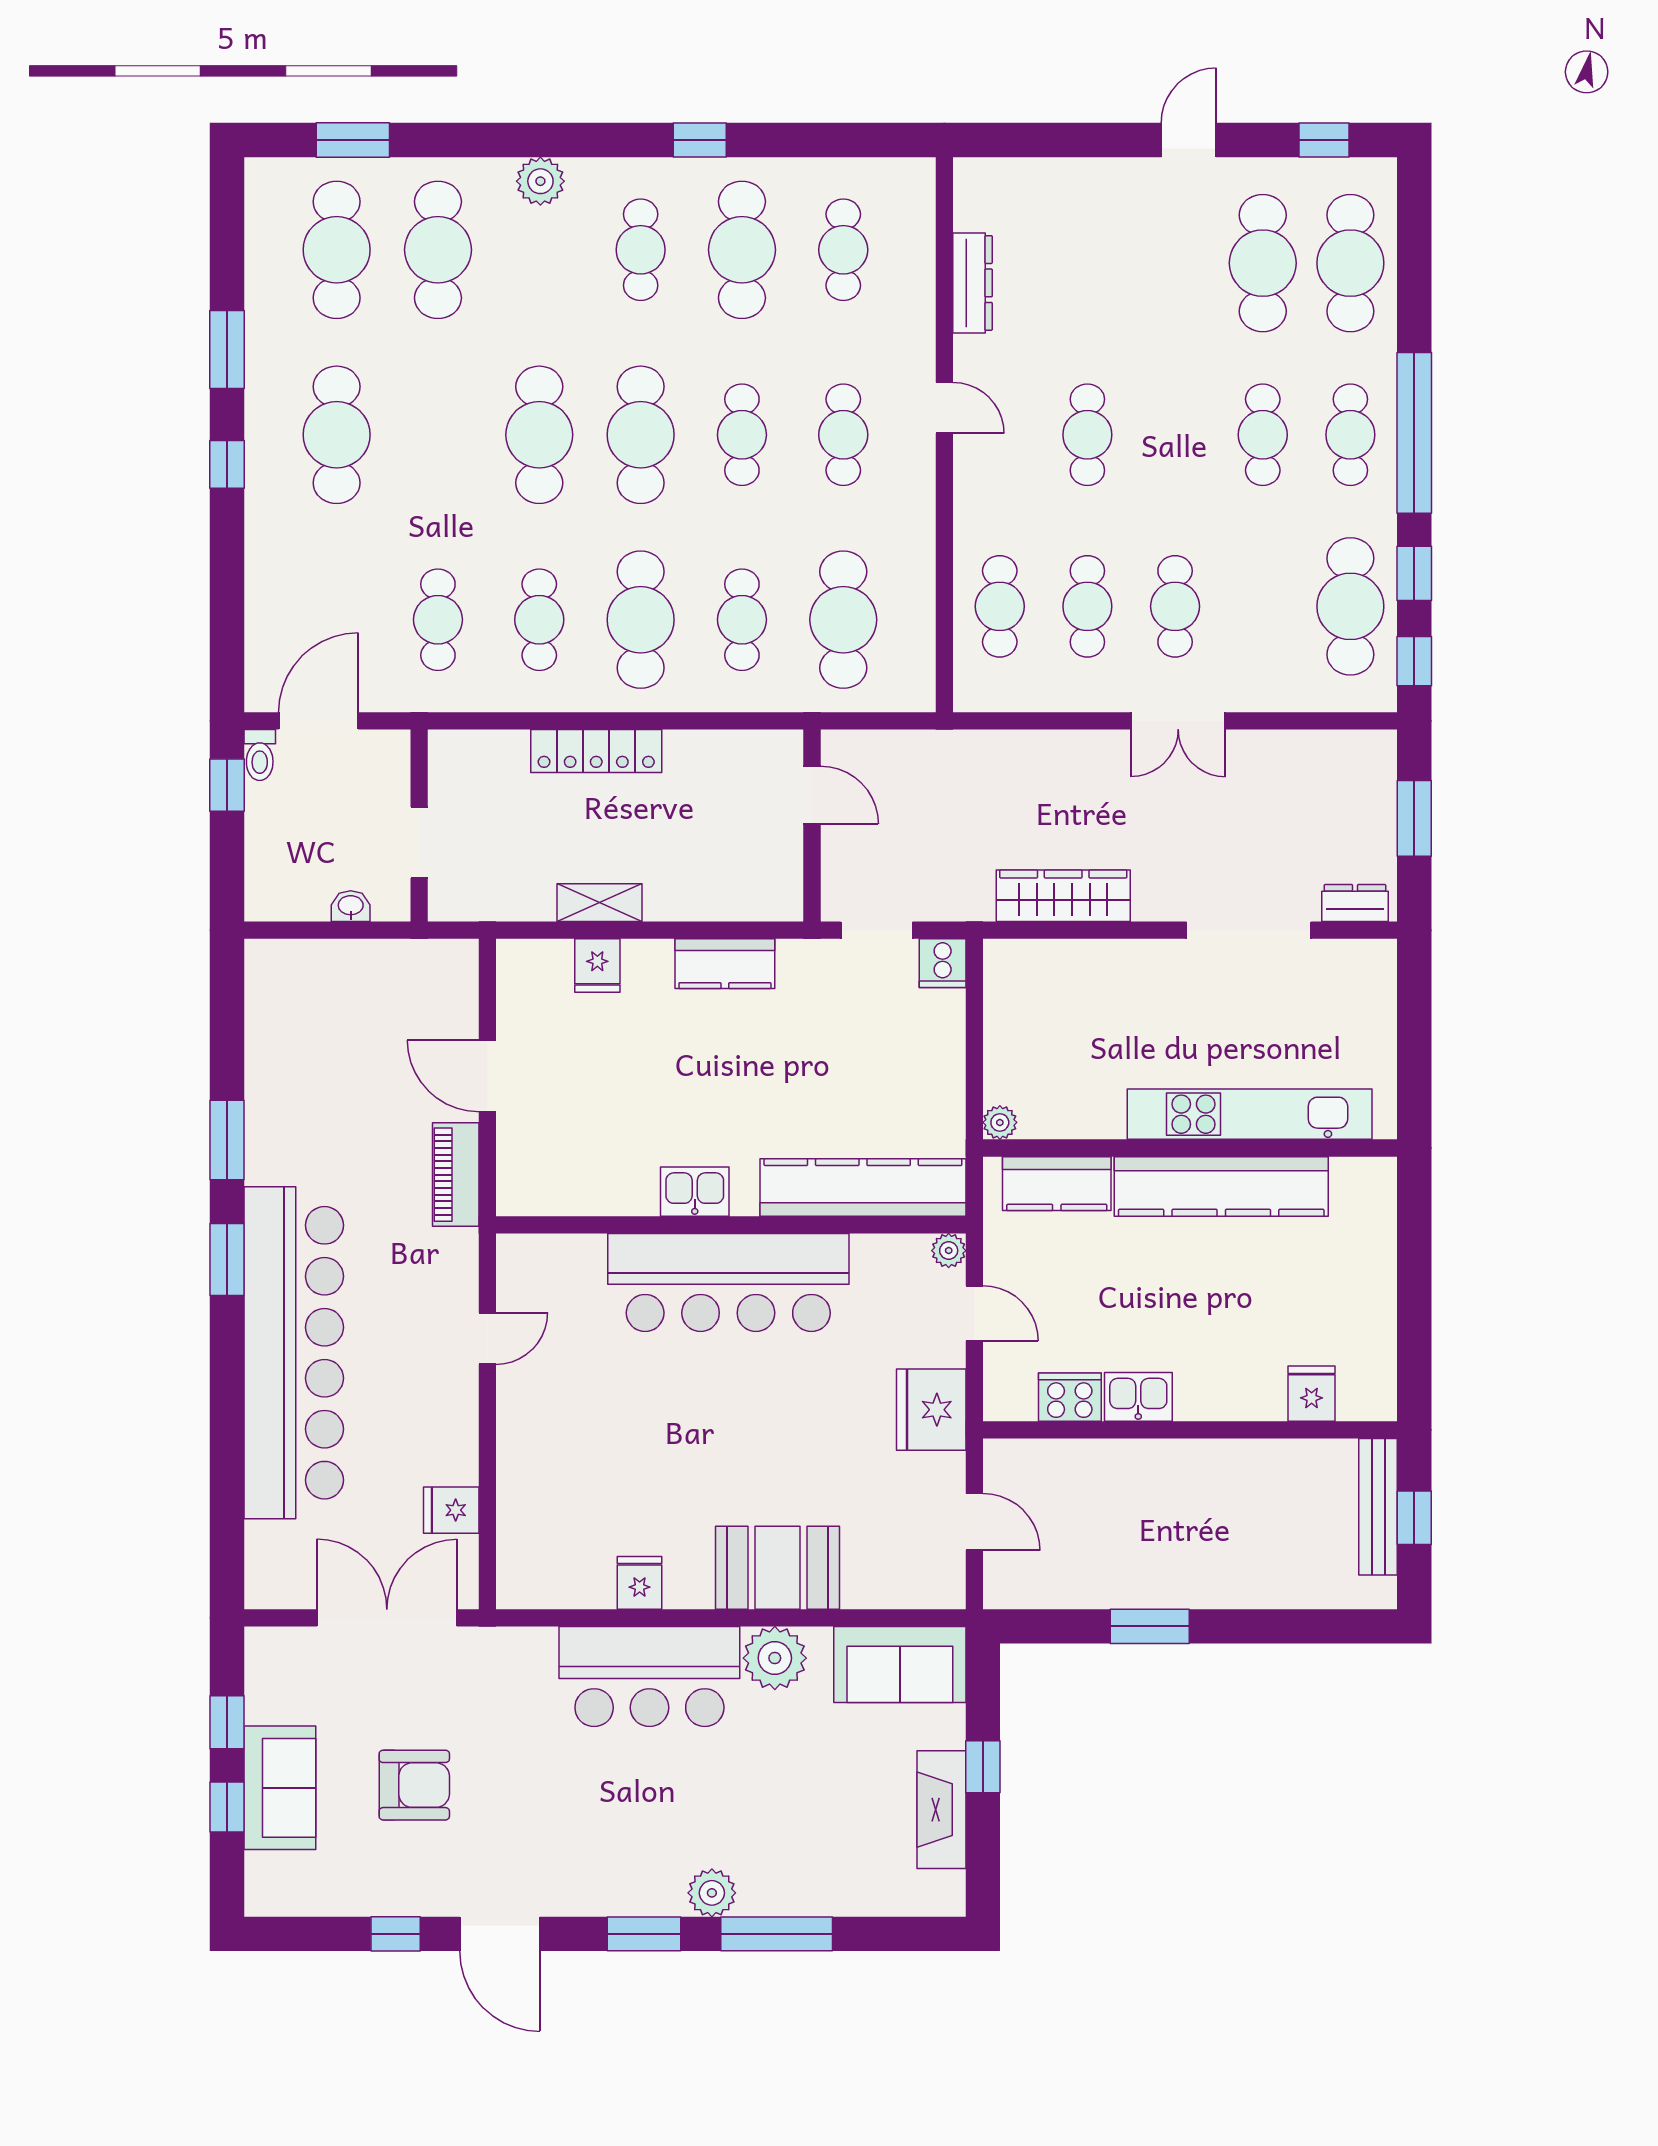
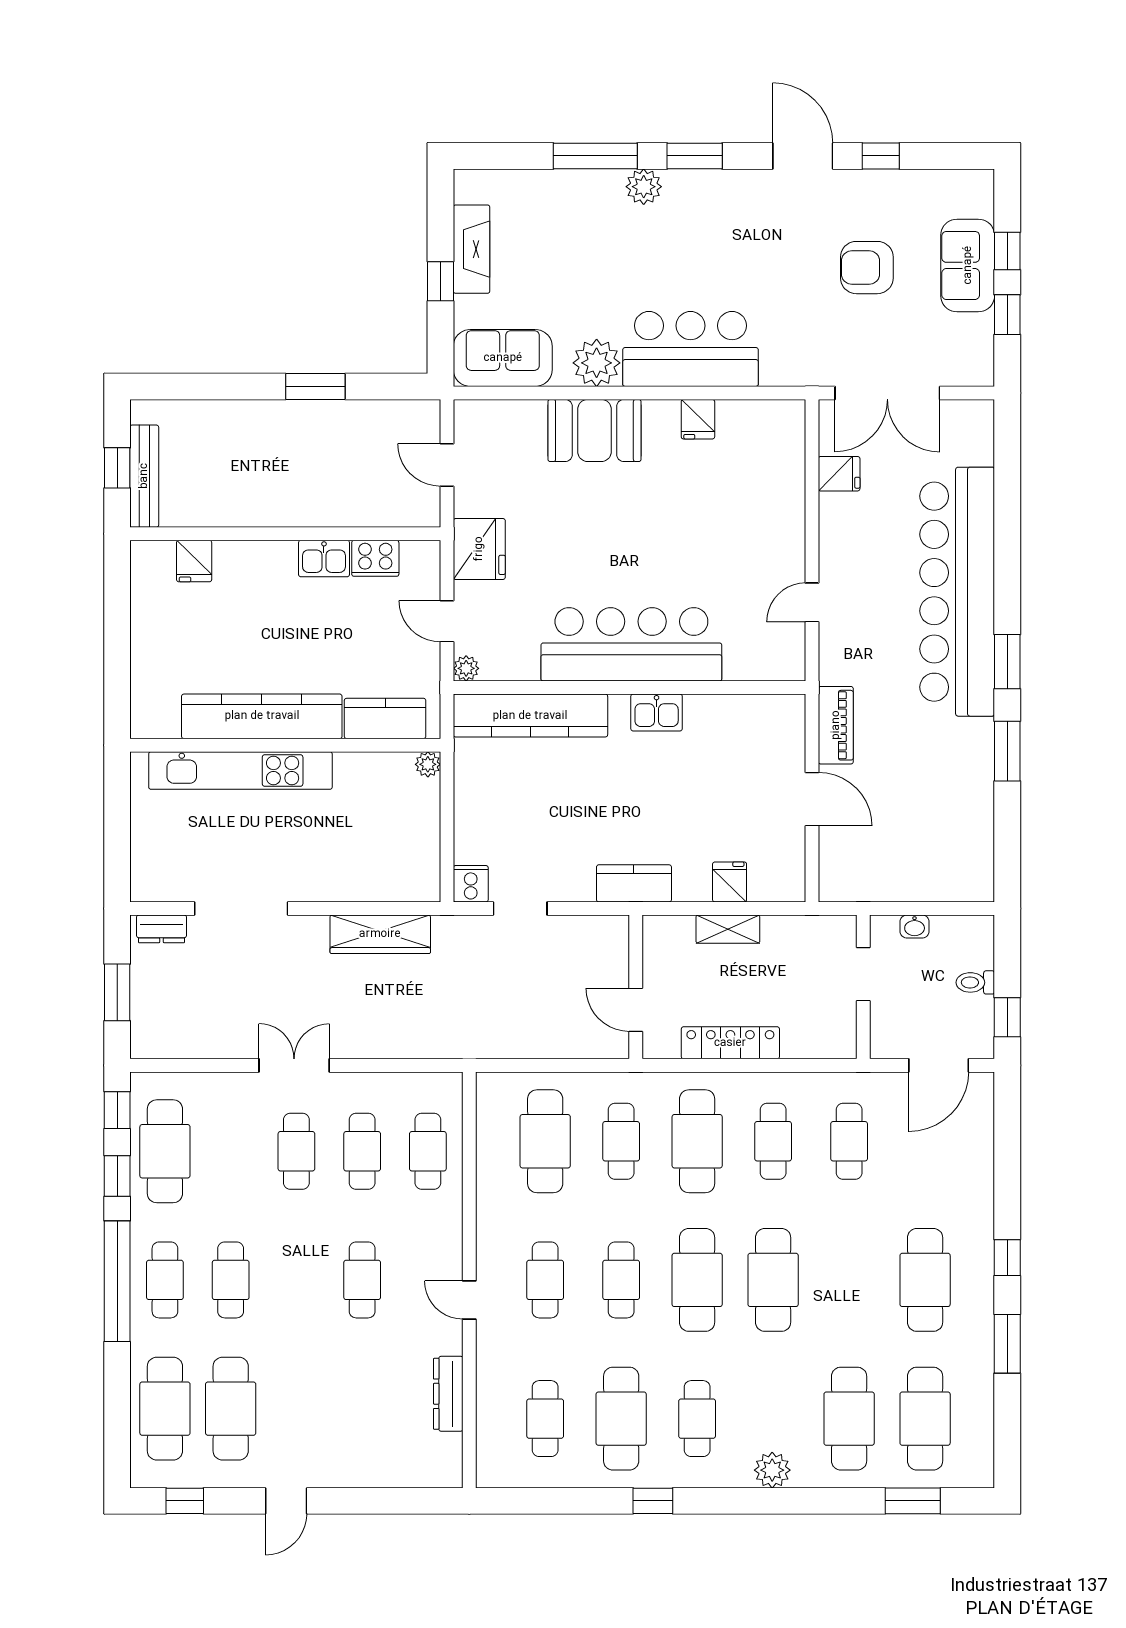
toilet: (260, 755) -> (975, 982), moved, turned -90
door: (812, 795) -> (636, 1010), moved
wall: (812, 826) -> (636, 987), moved

